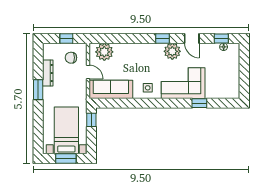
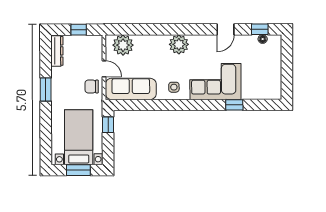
window: (162, 38) -> (191, 29), removed
door: (192, 38) -> (225, 29), hinge flipped
plant: (172, 51) -> (179, 44), moved
chair: (71, 58) -> (92, 86), moved
dresser: (48, 73) -> (57, 51), moved

